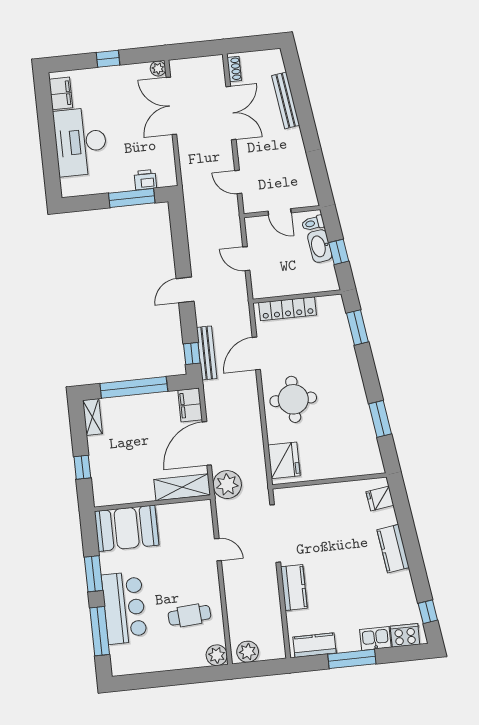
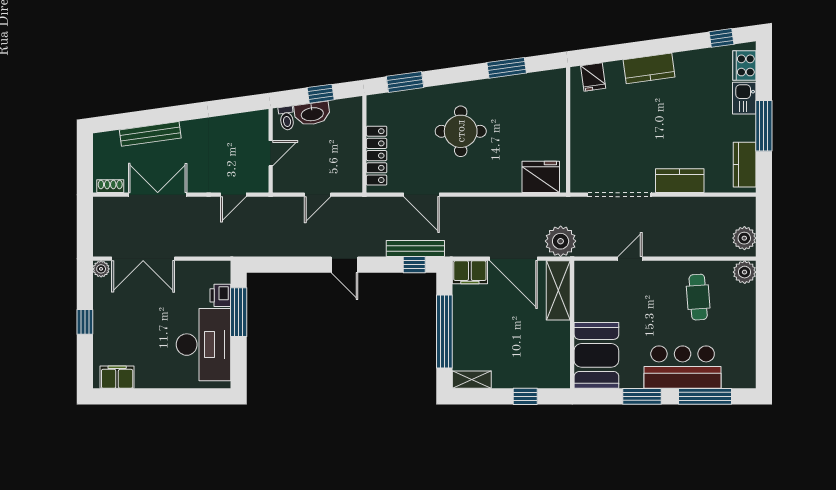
desk: (80, 142) -> (203, 345), moved, turned -90
round table: (293, 399) -> (461, 131), moved

